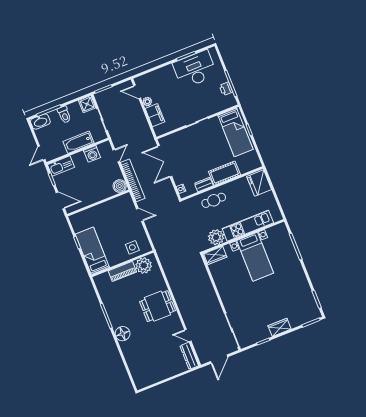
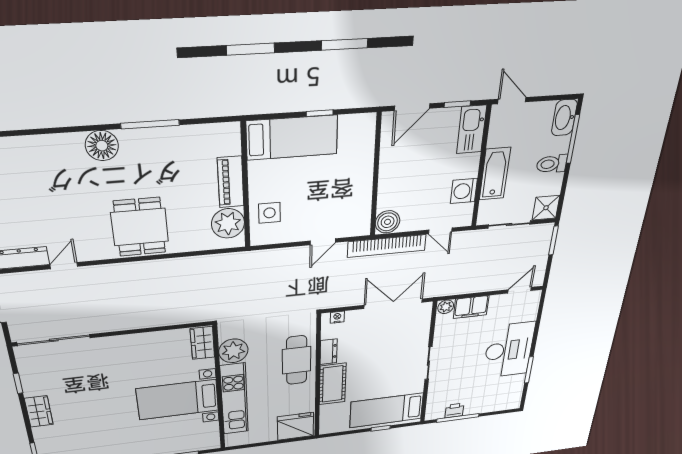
desk: (195, 69) -> (509, 350), moved
plant: (147, 102) -> (446, 307), moved
cafe table: (214, 200) -> (297, 360), width x1.37, depth x1.35

